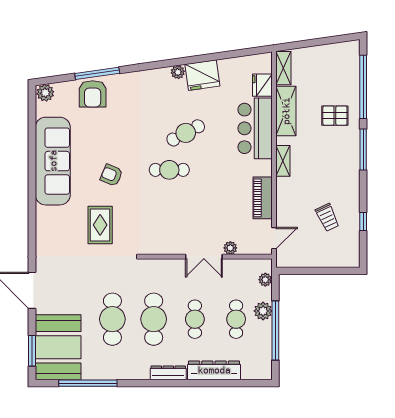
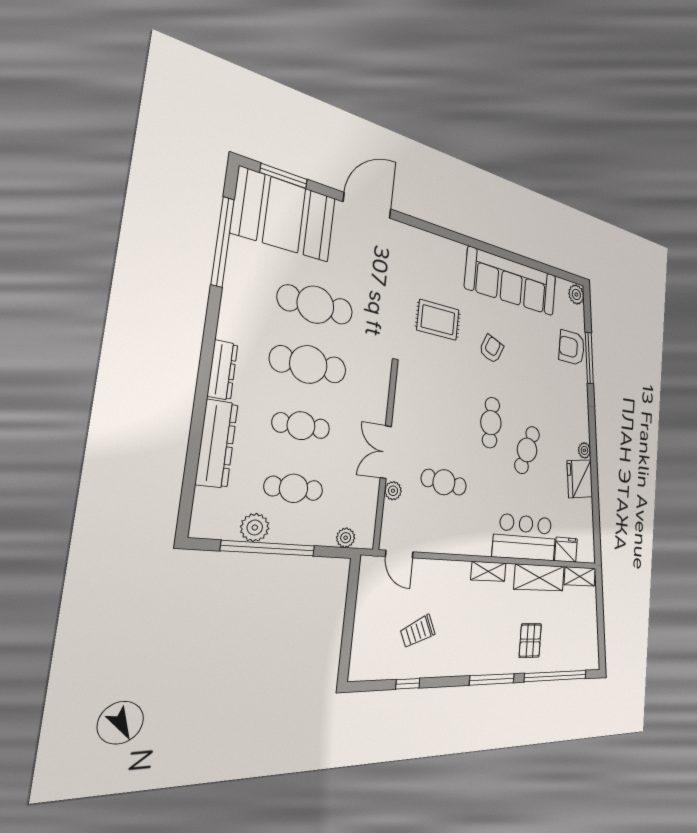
cafe table: (186, 133) -> (527, 450), turned 46
piano: (263, 198) -> (449, 541), removed
cafe table: (220, 207) -> (444, 482), added
plant: (263, 311) -> (255, 527), moved

